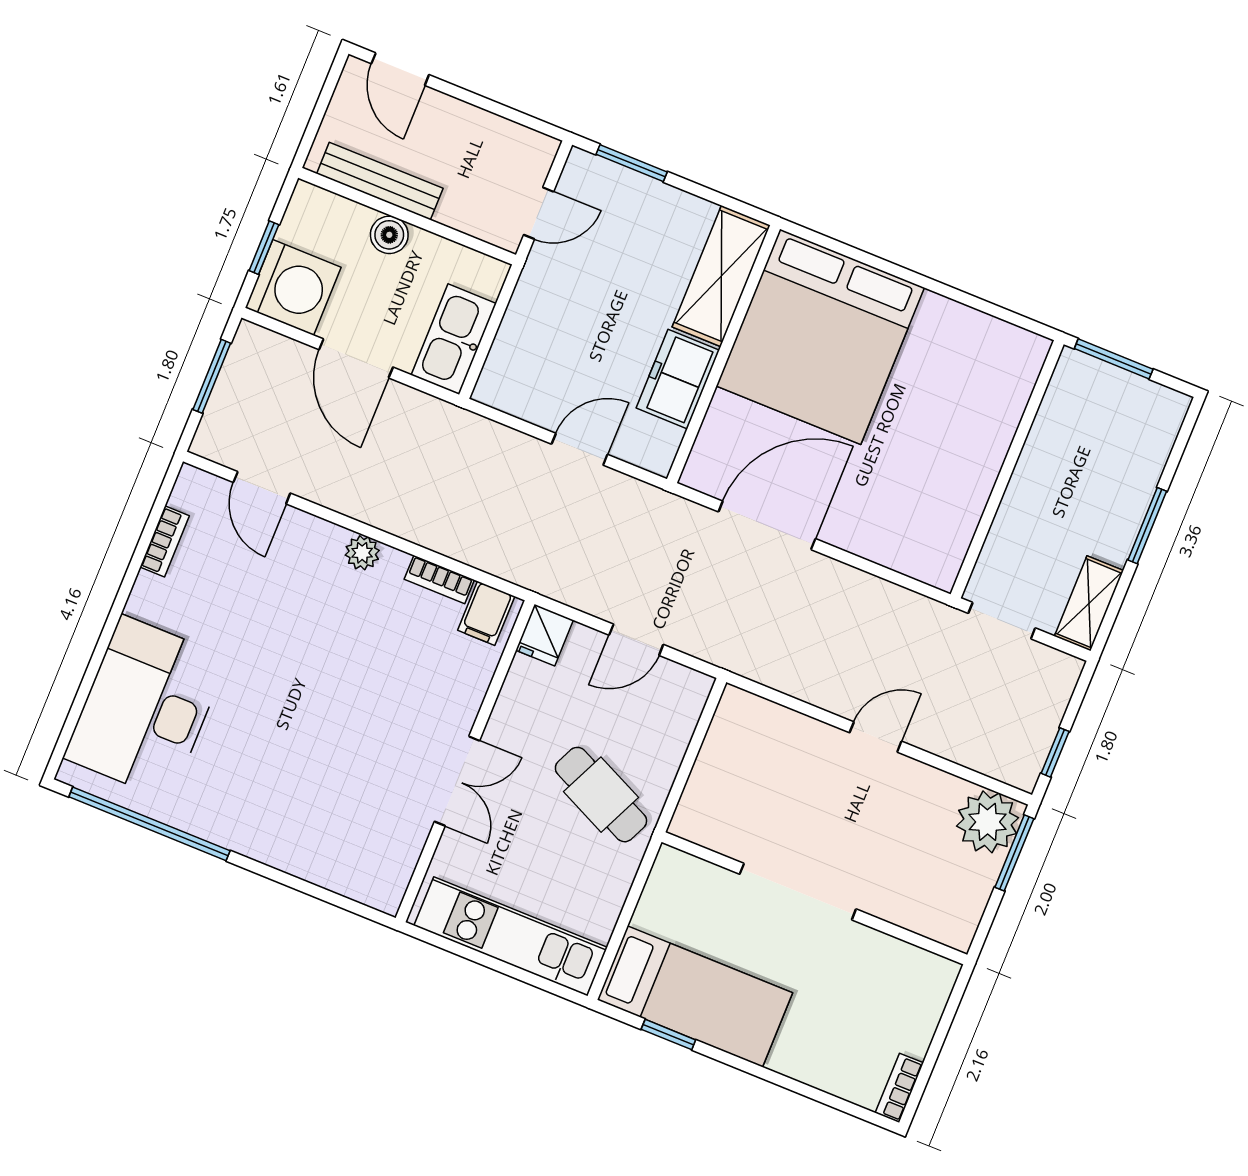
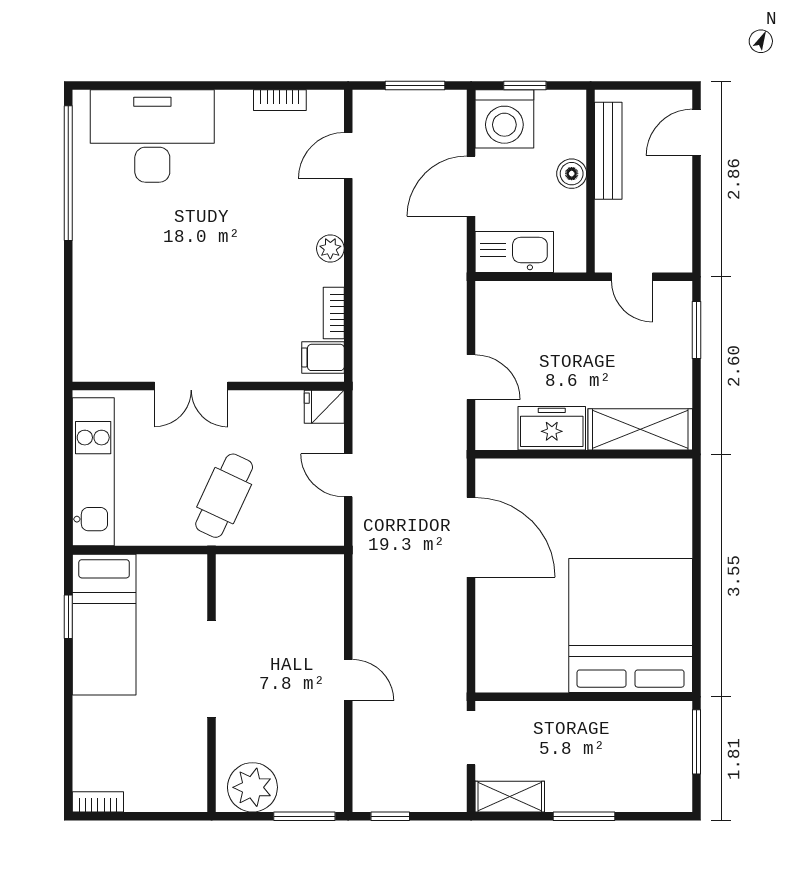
bed: (820, 337) -> (631, 626), moved, turned 90
plant: (988, 822) -> (252, 787), moved

